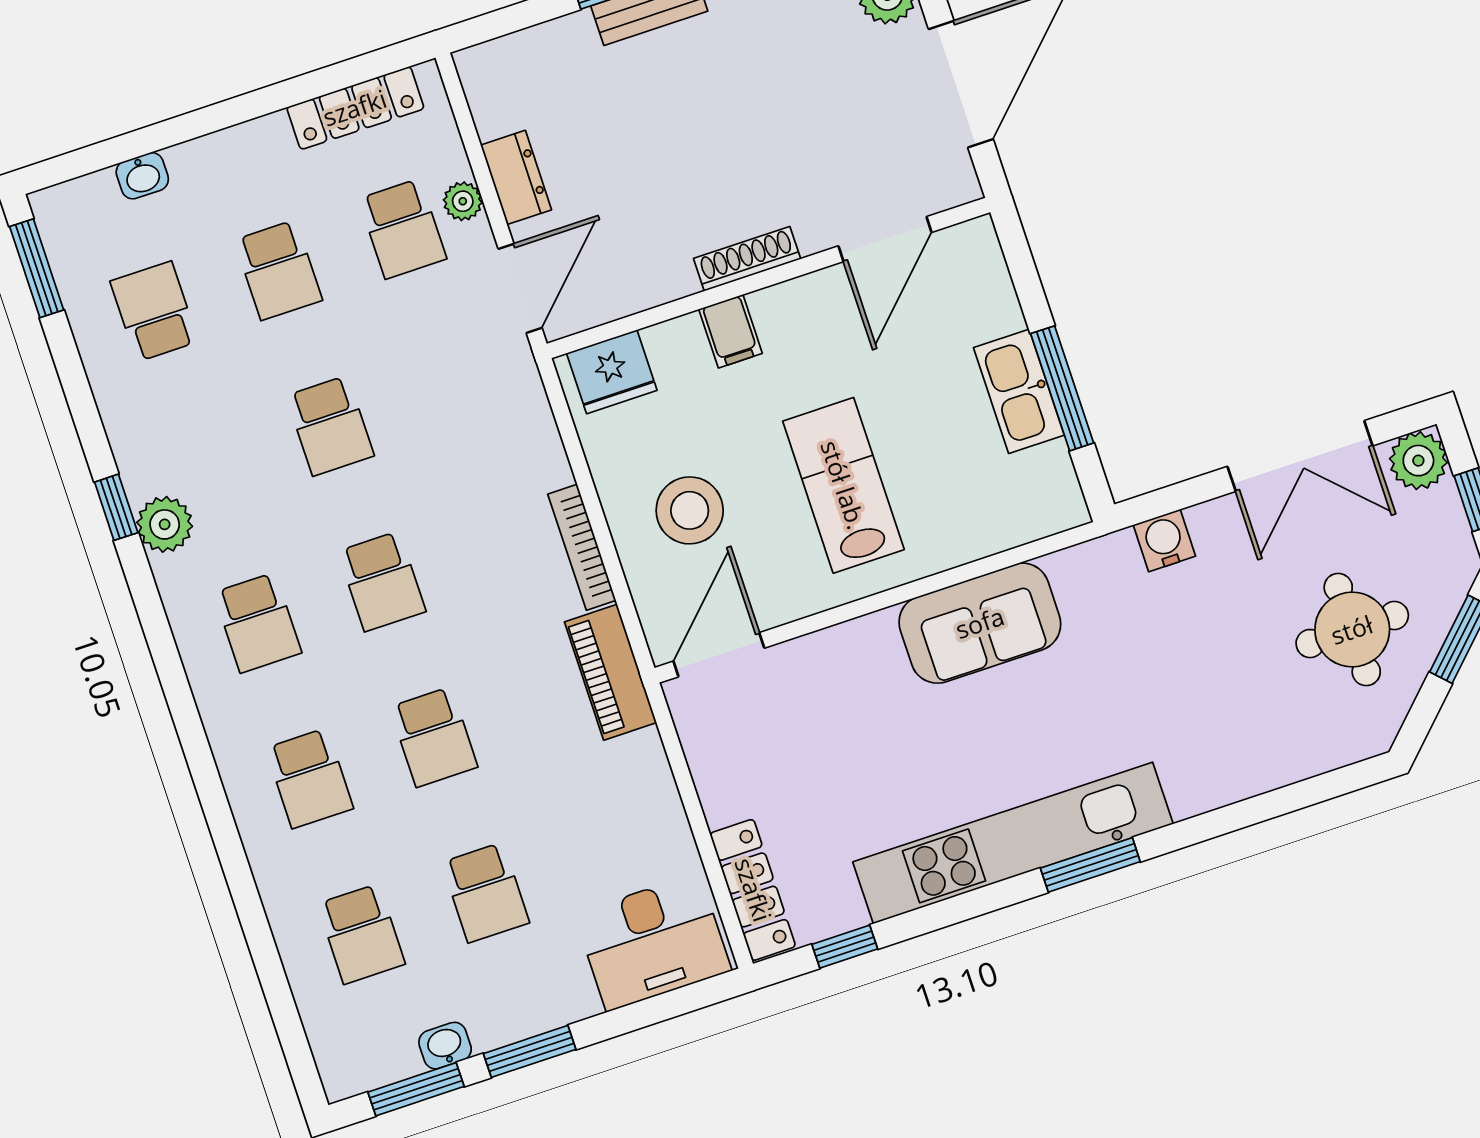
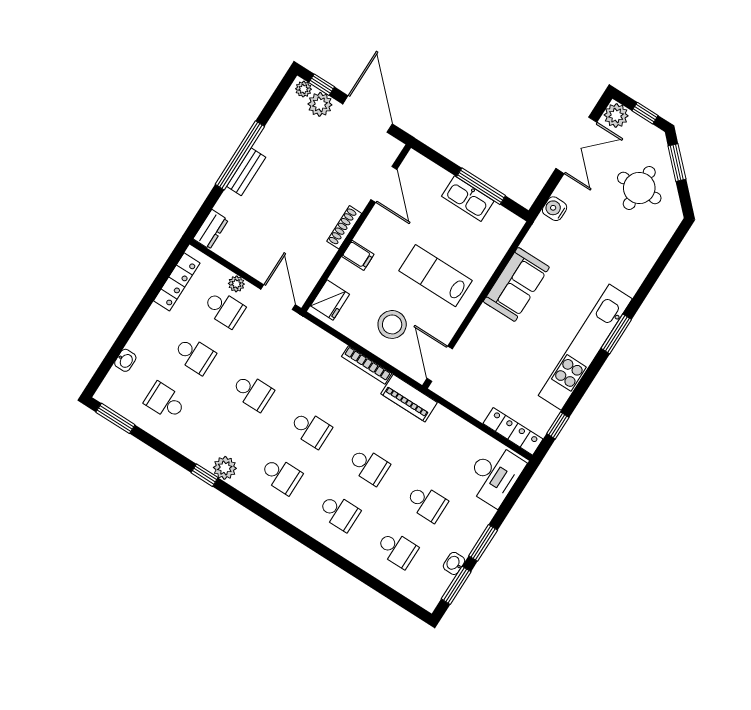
dresser: (516, 177) -> (211, 229), moved, turned 90

